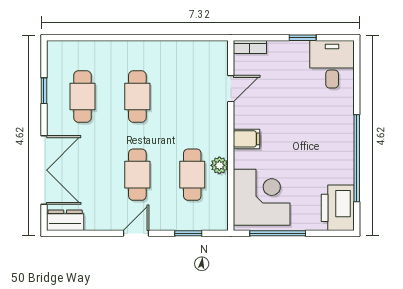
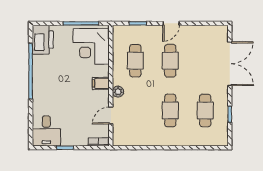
plant: (219, 165) -> (118, 92), moved
double door: (44, 170) -> (230, 64), swing flipped
dresser: (65, 220) -> (216, 32), removed

